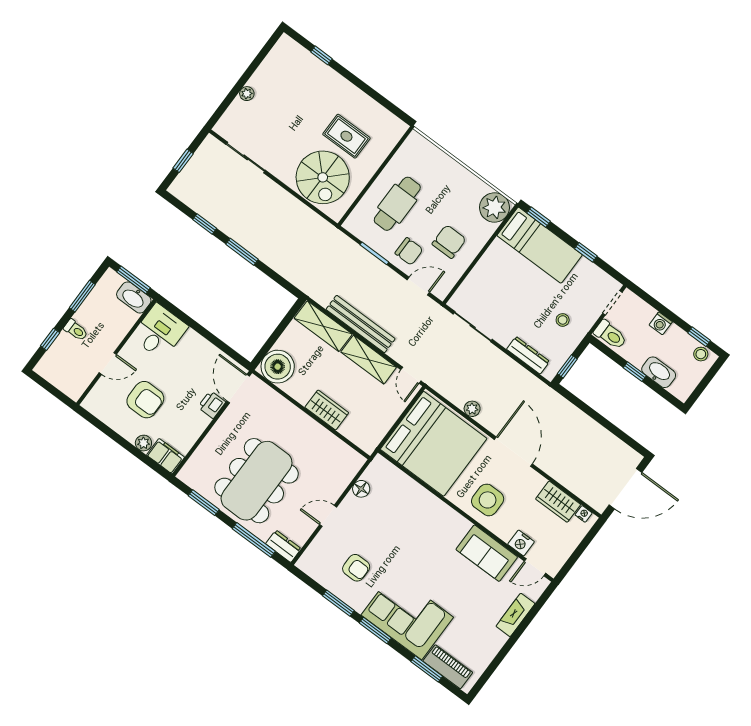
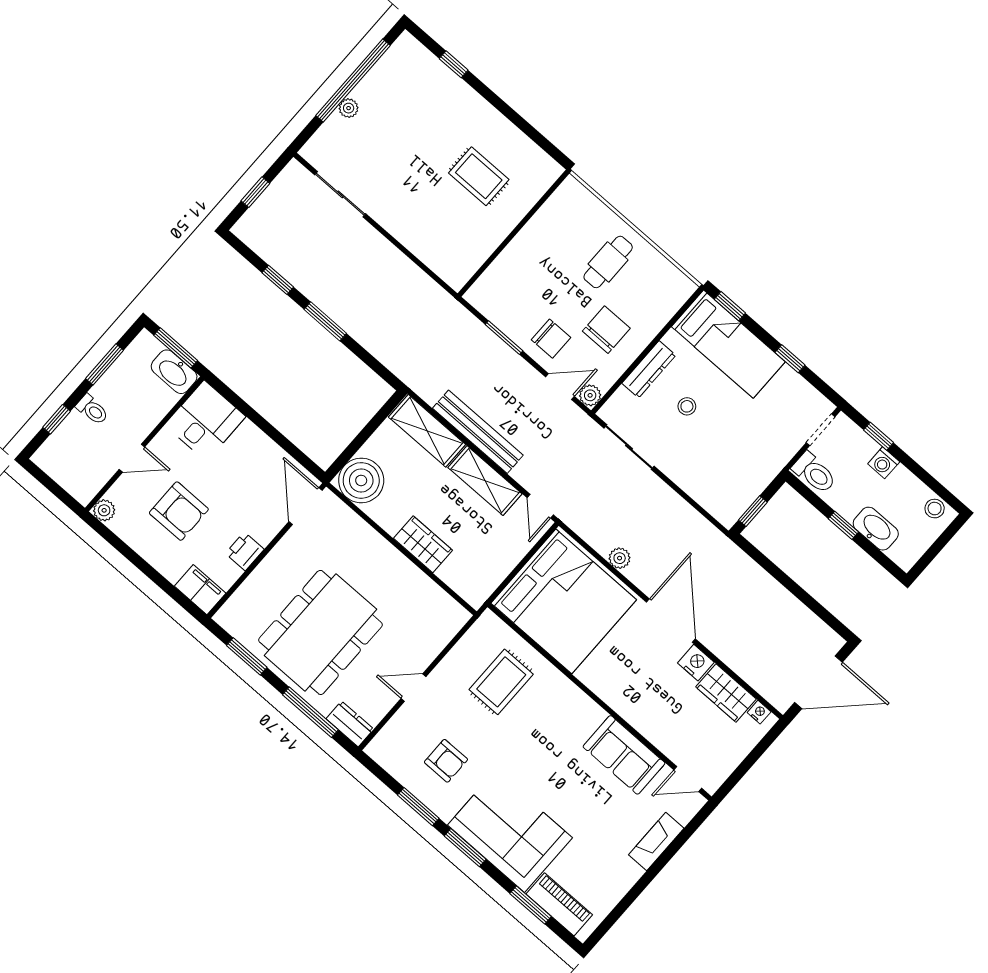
window: (249, 73) -> (353, 80), added
spiral stairs: (323, 177) -> (442, 229), removed
cafe table: (397, 204) -> (608, 262), moved, width x0.73, depth x0.74
plant: (494, 207) -> (590, 395), moved, width x0.53, depth x0.53
stool: (563, 320) -> (687, 406), moved
window: (699, 337) -> (879, 436), moved
dresser: (528, 355) -> (649, 369), moved, turned 90
printer: (212, 405) -> (245, 551), moved
plant: (143, 443) -> (104, 510), moved
floor lamp: (361, 489) -> (461, 655), removed
side table: (488, 500) -> (631, 683), removed
rug: (392, 507) -> (501, 682), added
nightstand: (521, 543) -> (696, 663), moved, turned 180

